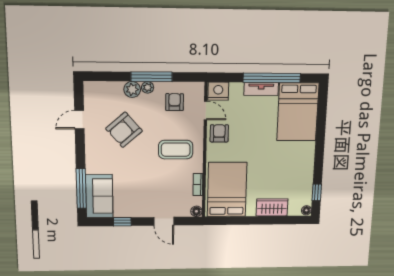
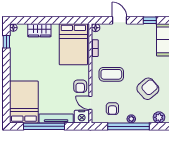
window: (152, 77) -> (128, 126), width x1.46
plant: (132, 89) -> (159, 117), moved
tv unit: (261, 89) -> (56, 118), width x1.41

